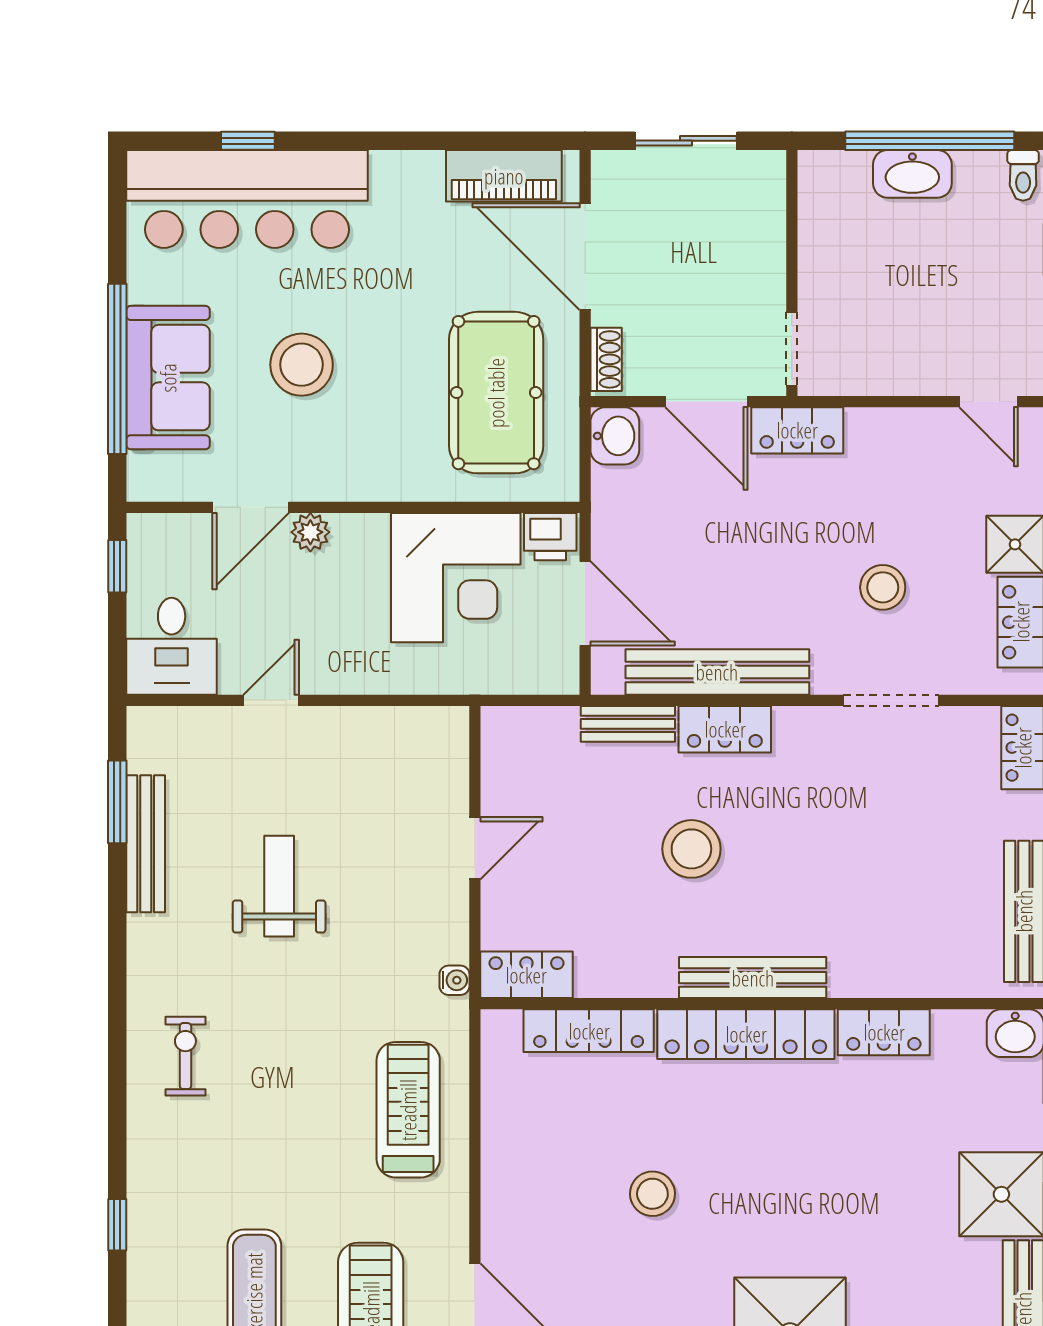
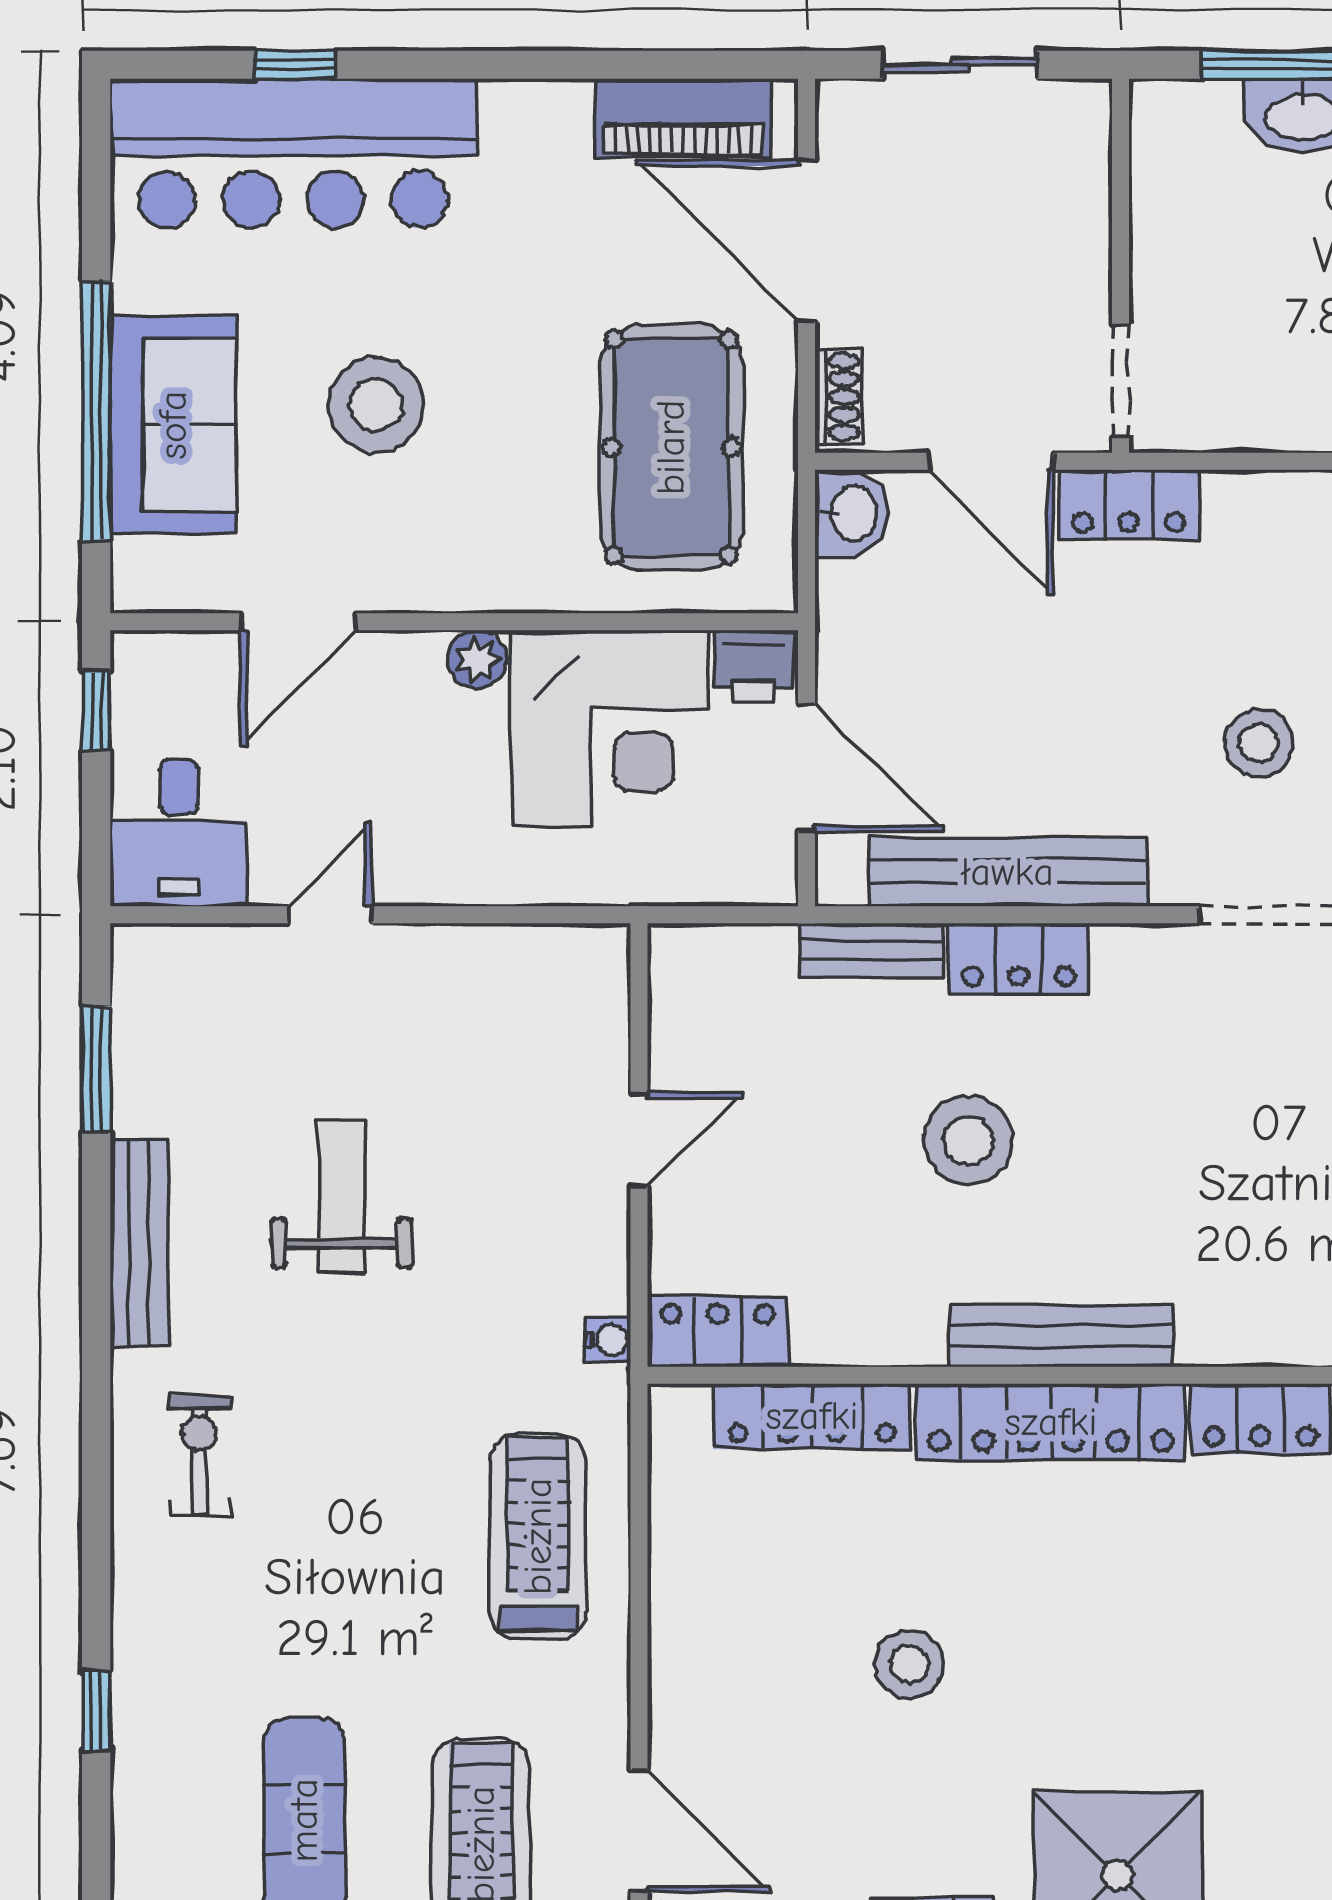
plant: (310, 532) -> (477, 659), moved
bench: (146, 844) -> (139, 1243), moved

